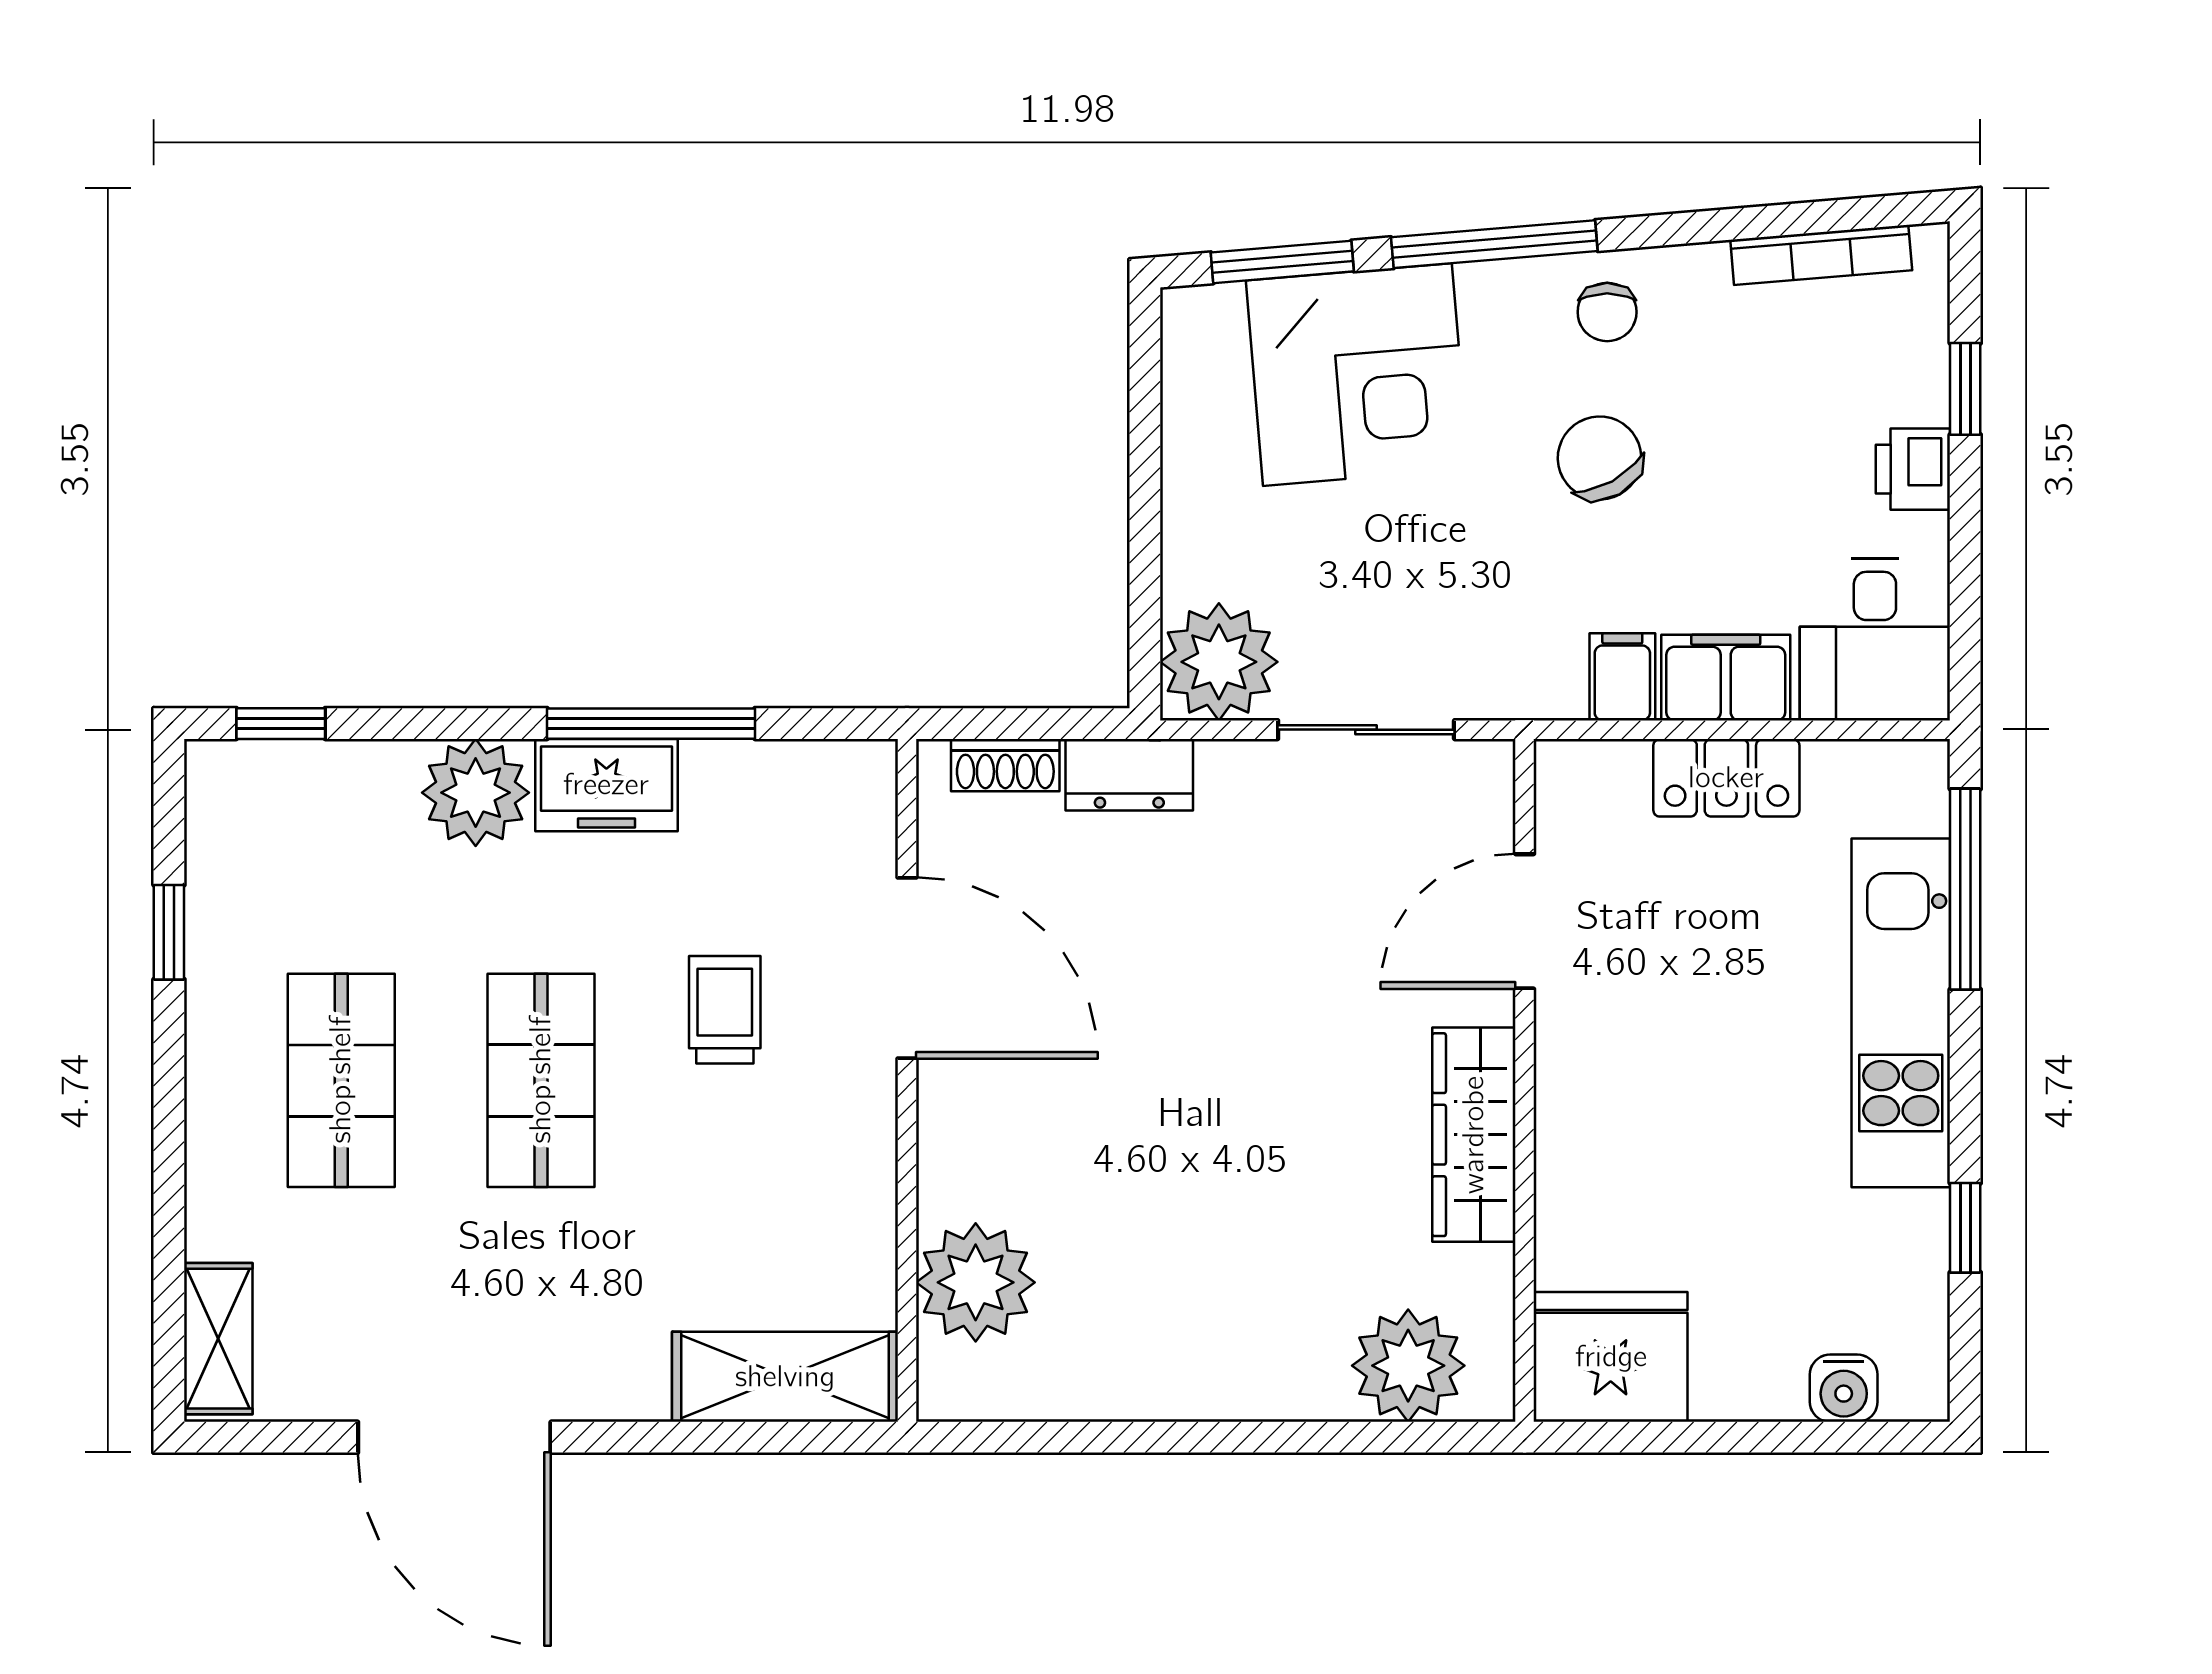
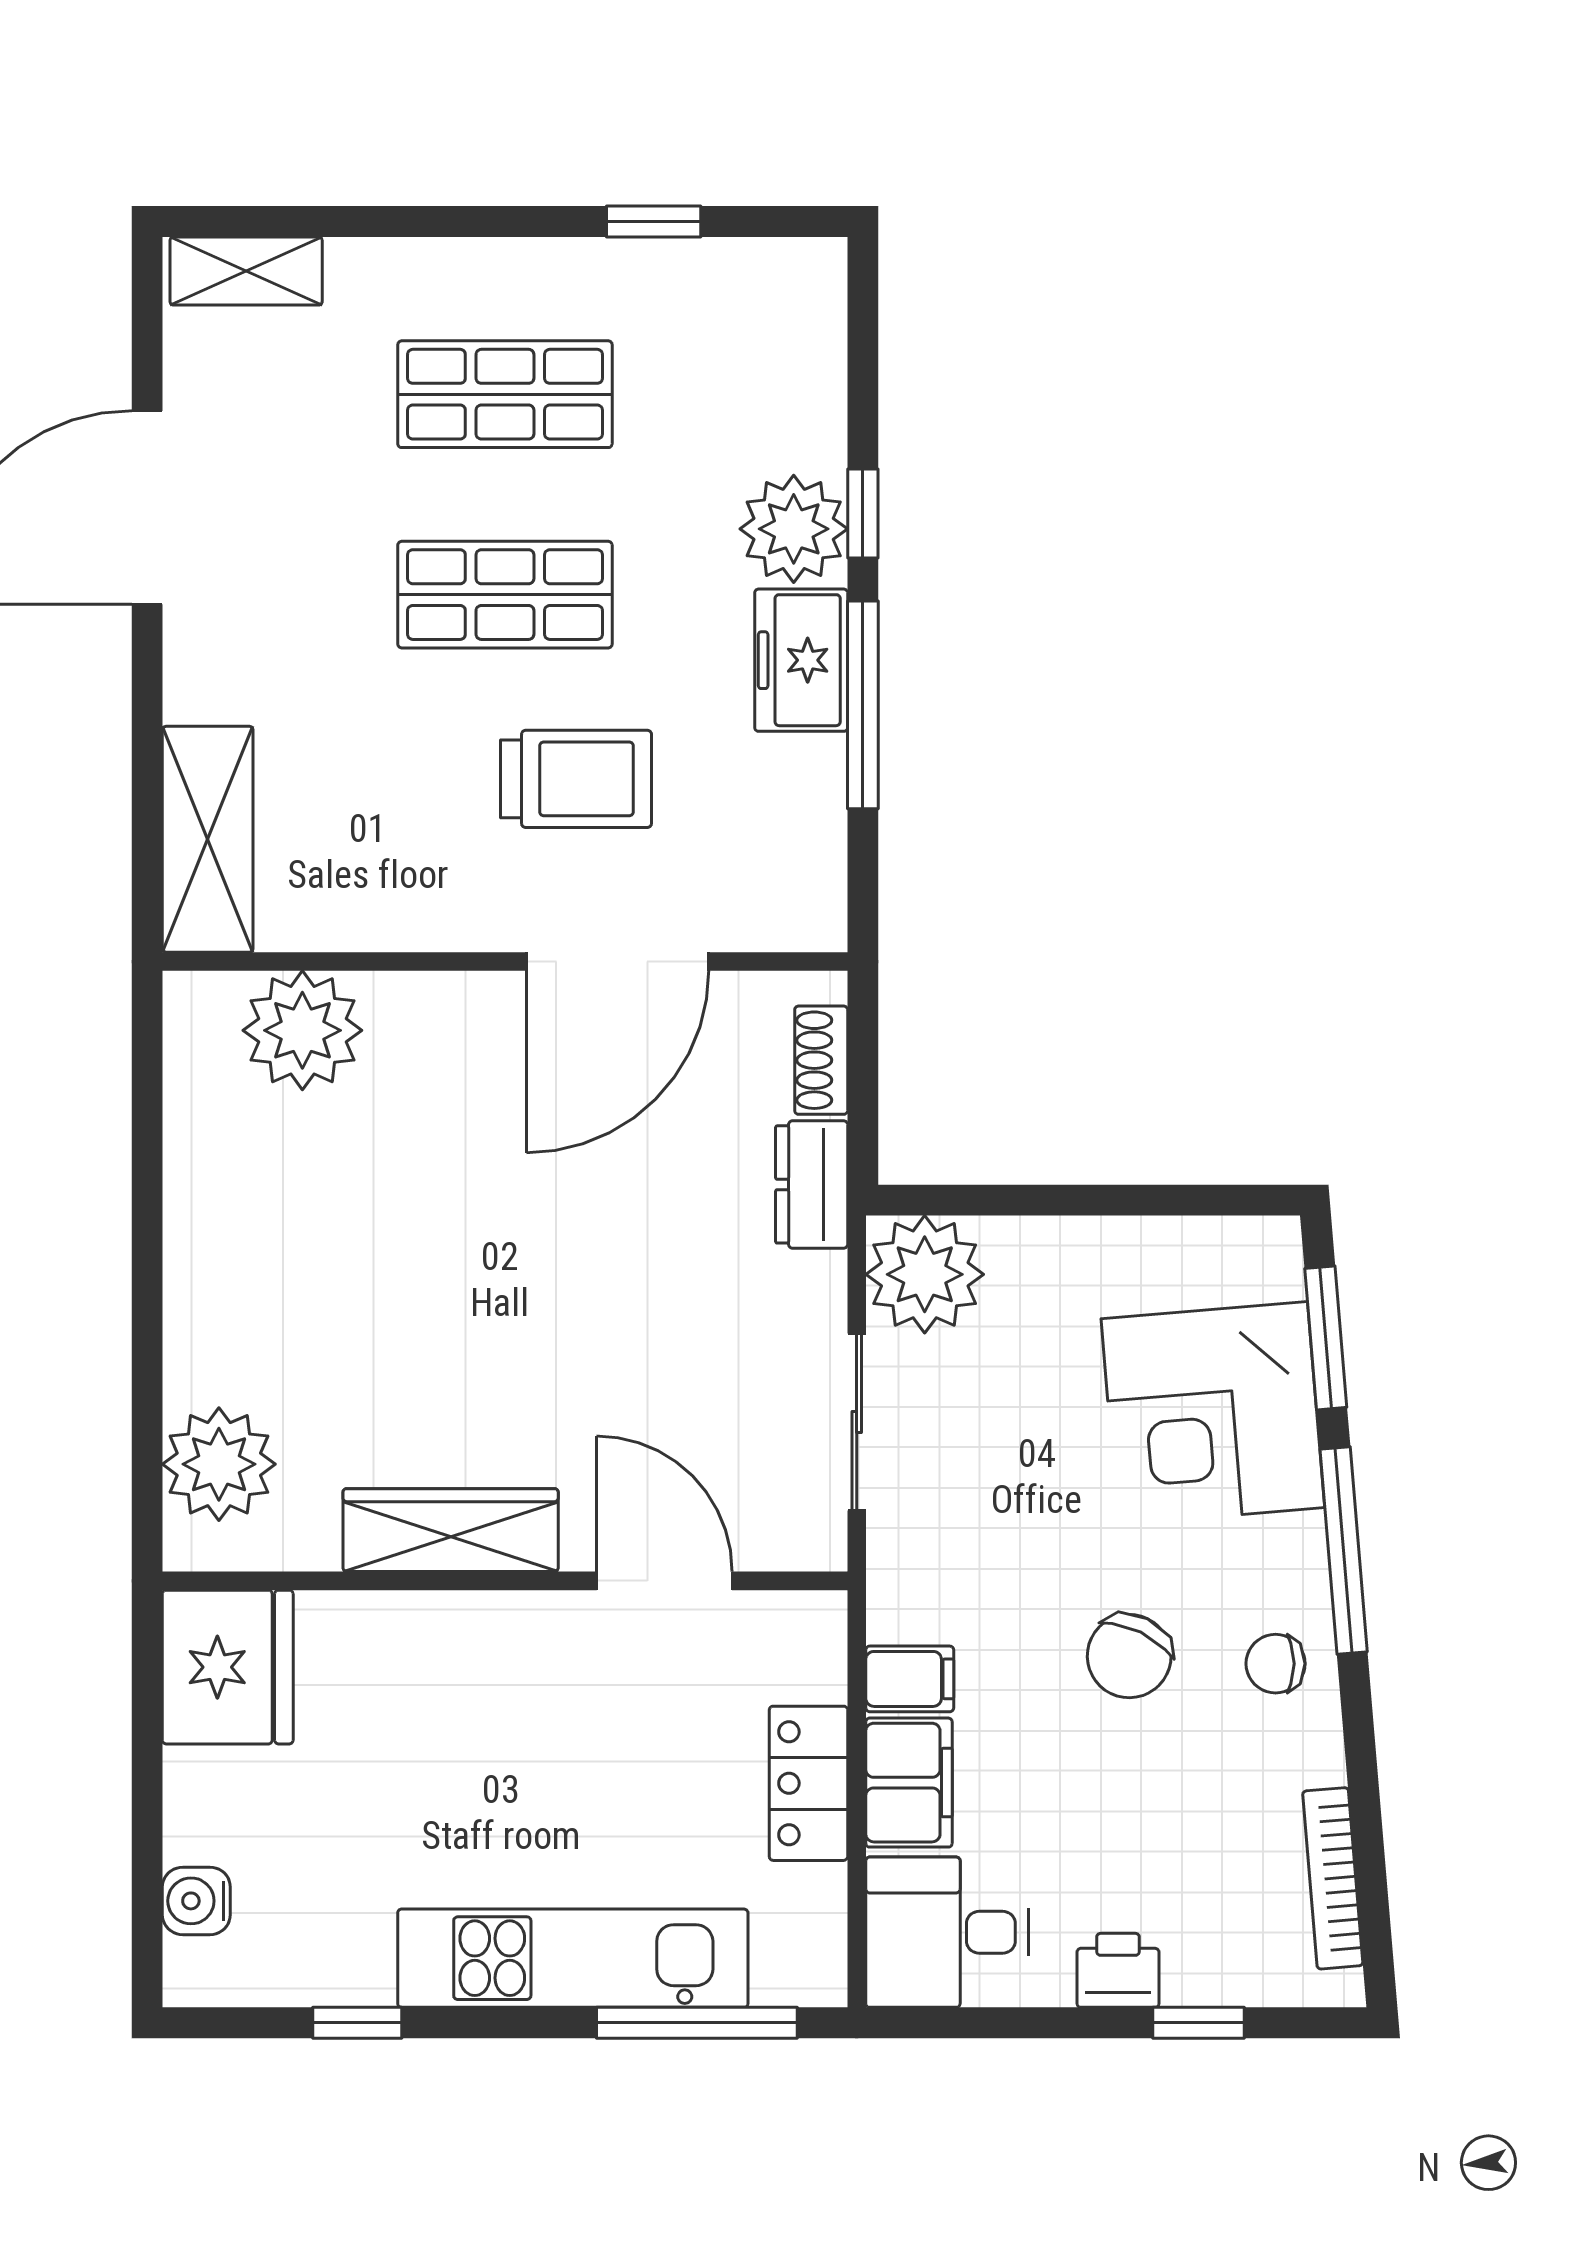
chair: (1600, 458) -> (1129, 1656), turned 145
window: (281, 724) -> (863, 513), moved
trolley: (725, 1010) -> (576, 779), width x1.36, depth x1.39

